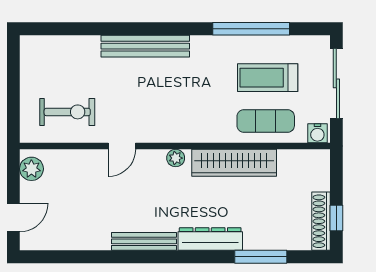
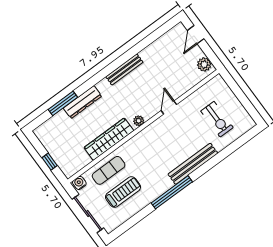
window: (251, 29) -> (172, 192), moved
exercise bike: (67, 112) -> (217, 119), moved, turned -90
window: (336, 218) -> (50, 162), moved
shoe rack: (321, 221) -> (46, 142), removed
dresser: (210, 239) -> (83, 102), moved

